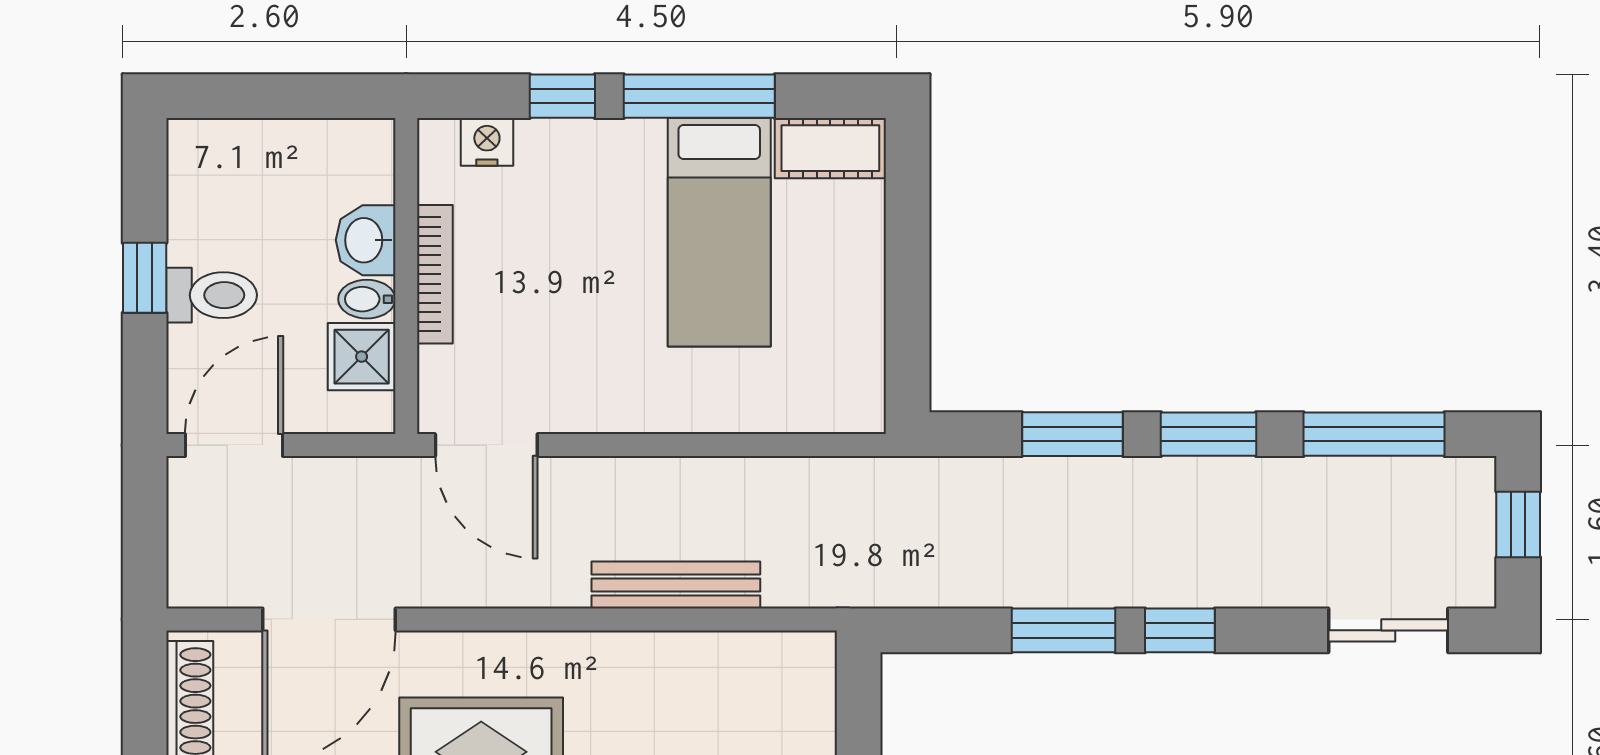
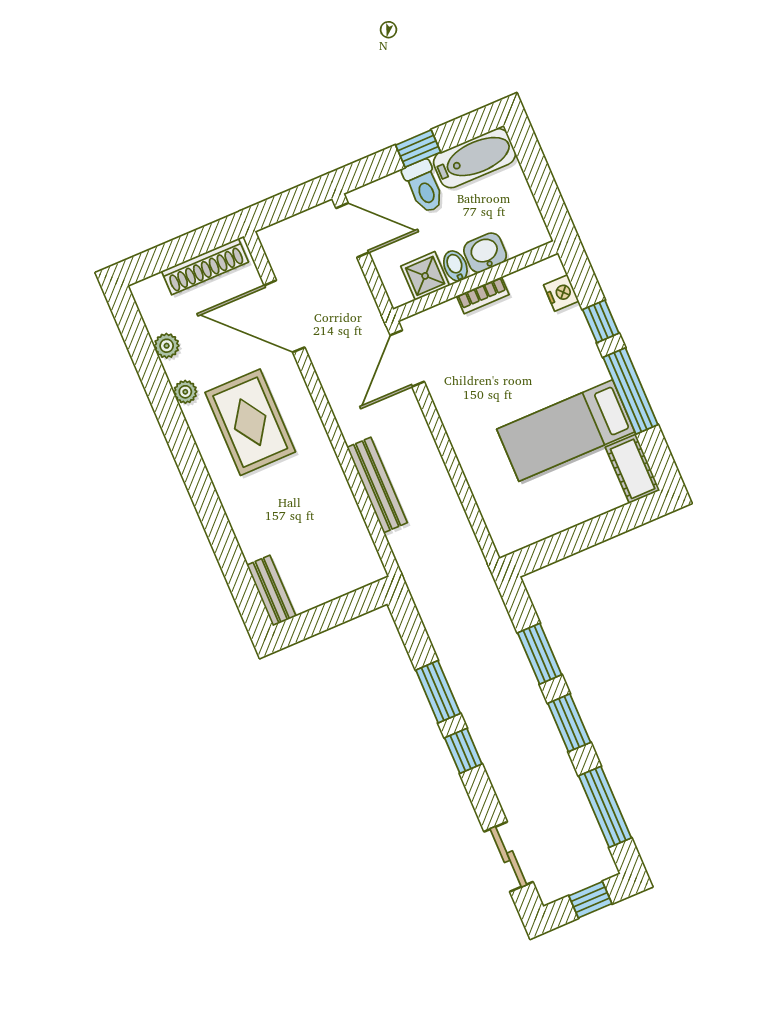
bathtub: (201, 191) -> (474, 158), added
bookcase: (435, 274) -> (483, 295), width x0.64

